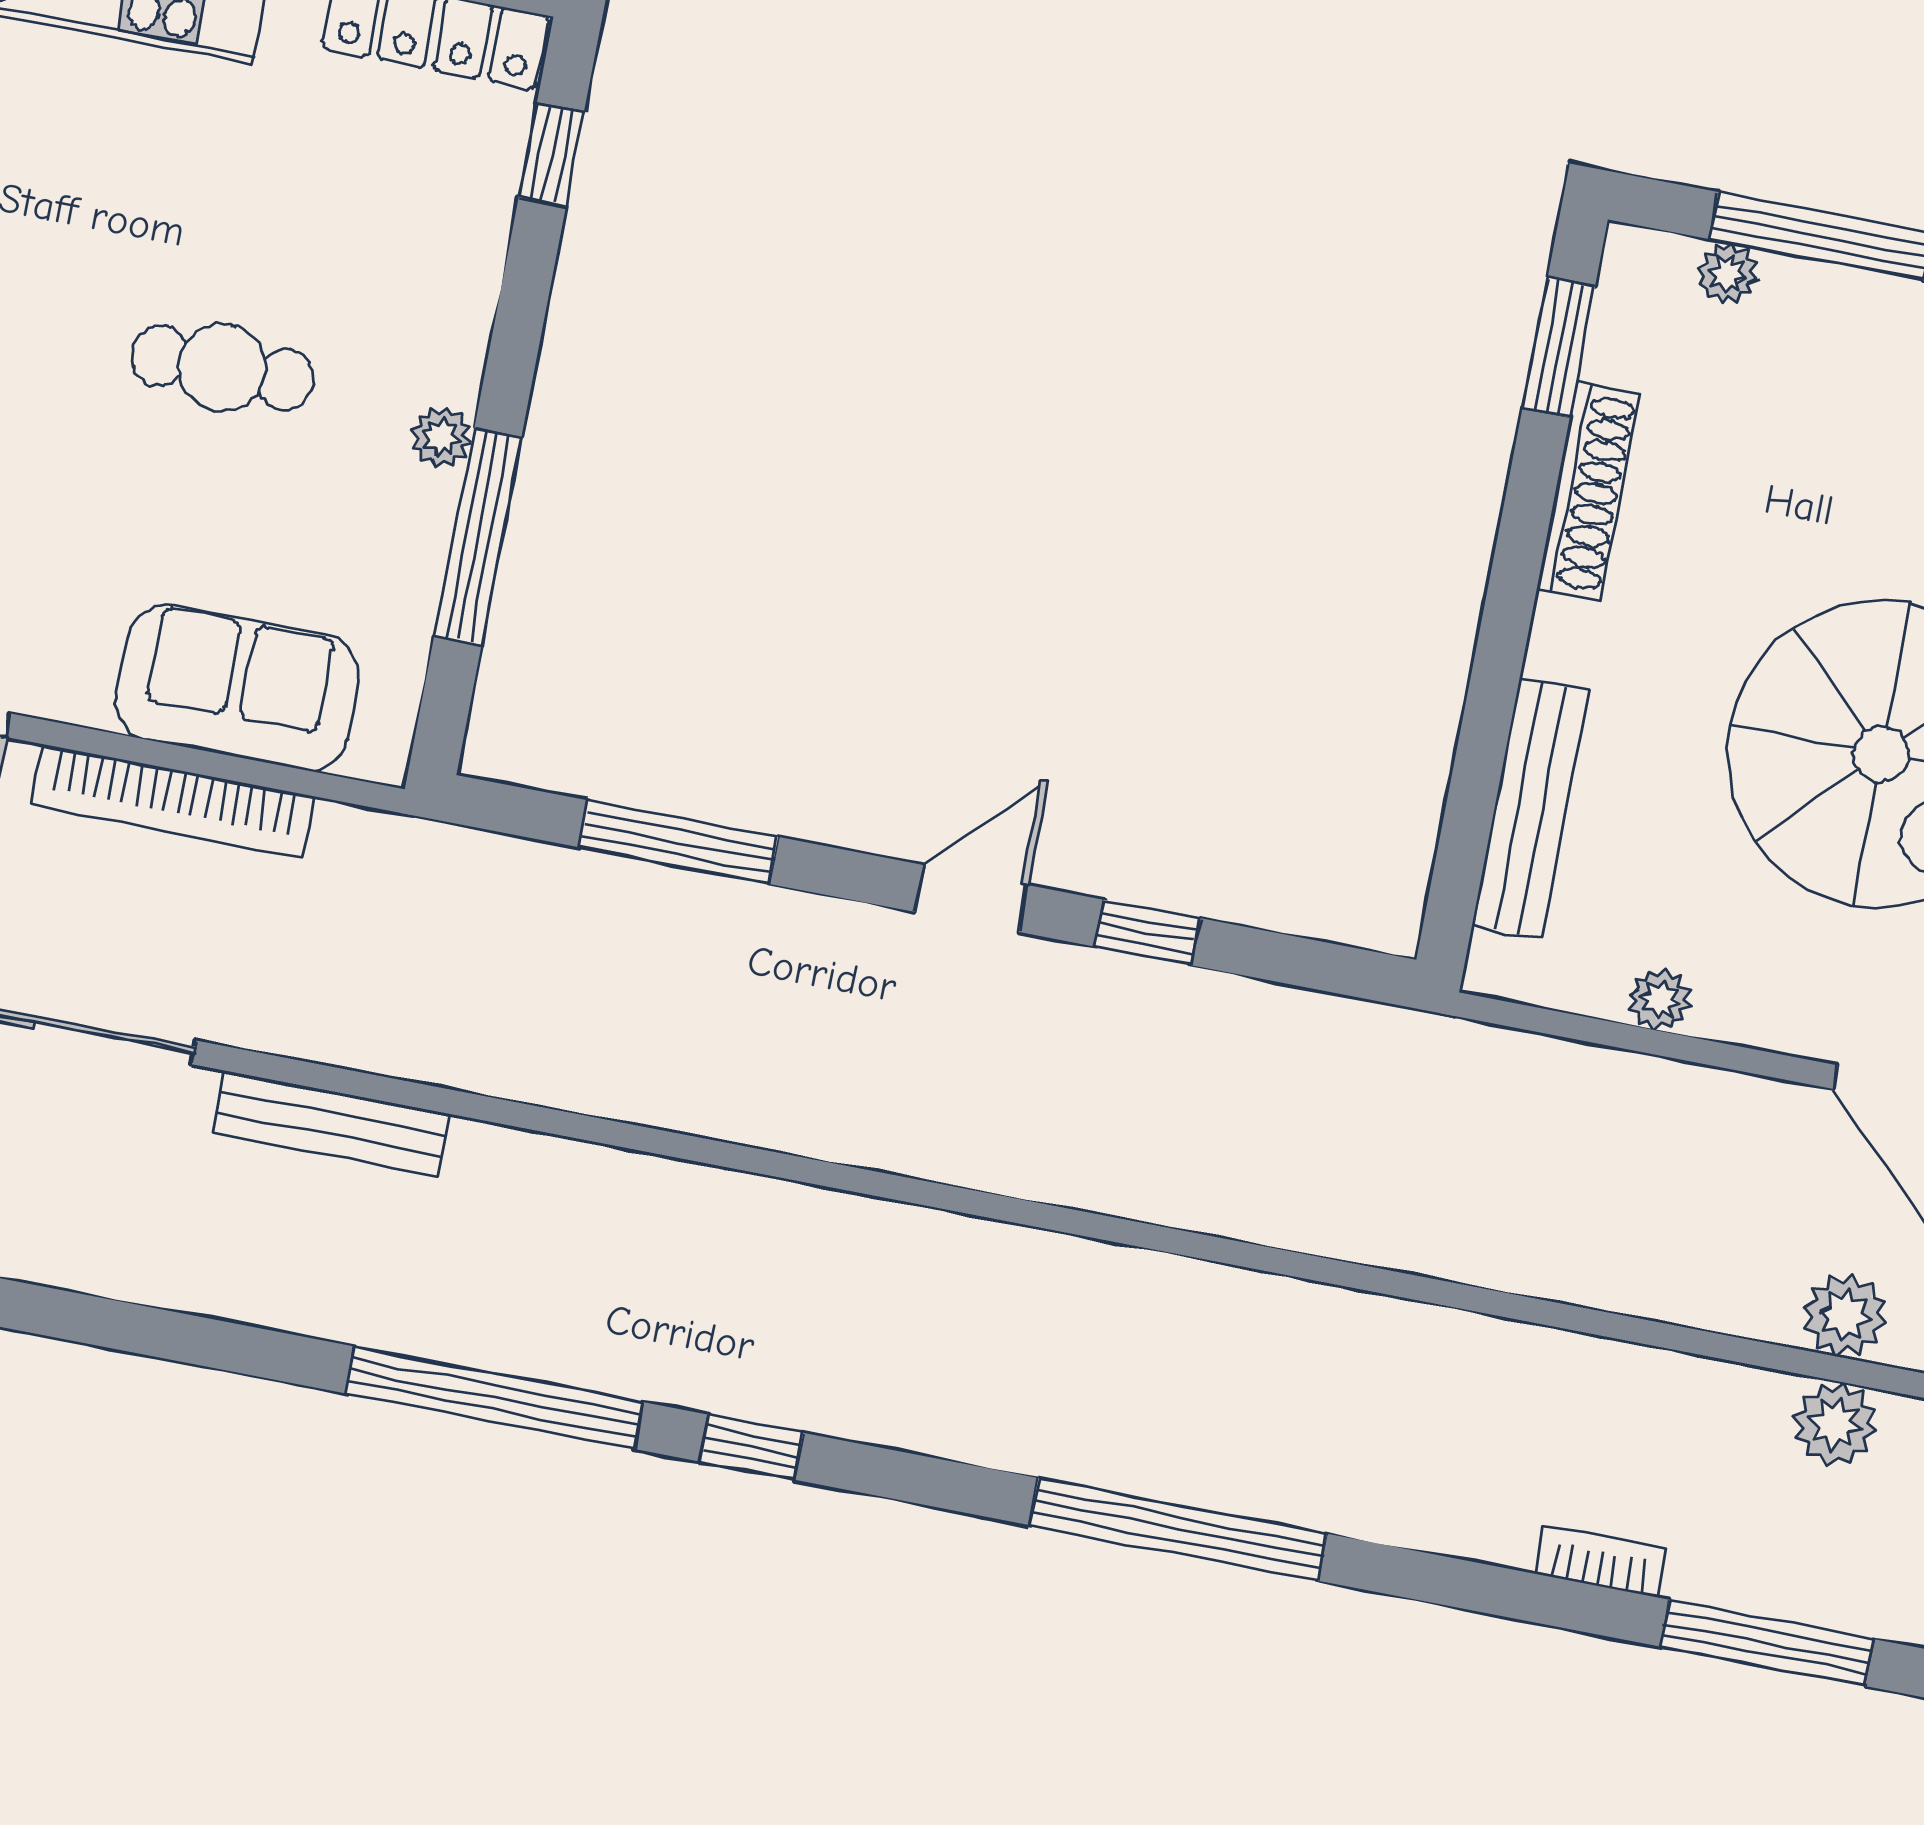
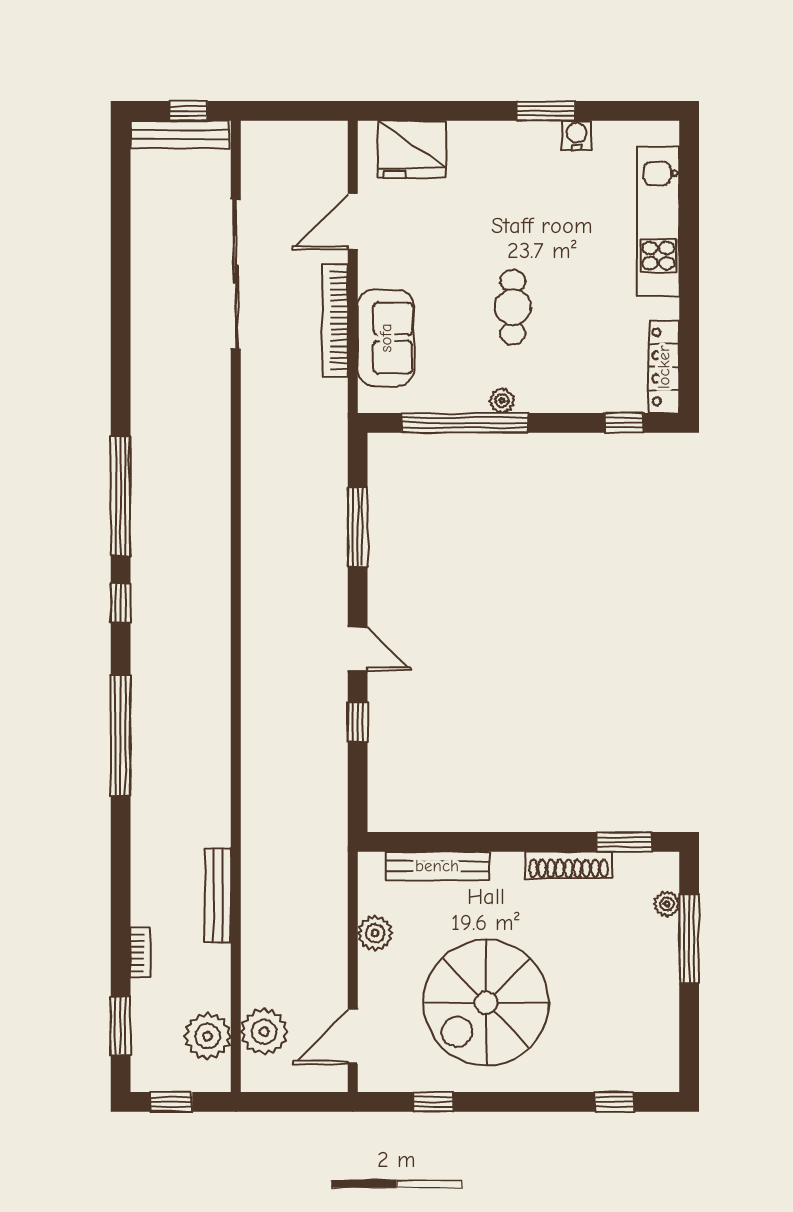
window: (478, 537) -> (465, 423), width x1.46
plant: (1660, 1000) -> (375, 933), width x1.38, depth x1.38
bench: (331, 1124) -> (218, 895), moved
plant: (1845, 1315) -> (264, 1032), width x1.36, depth x1.36
plant: (1835, 1424) -> (207, 1036), width x1.36, depth x1.36
window: (1178, 1529) -> (121, 735), moved
window: (1767, 1643) -> (121, 1026), width x0.69

